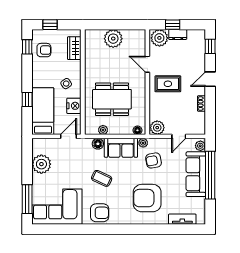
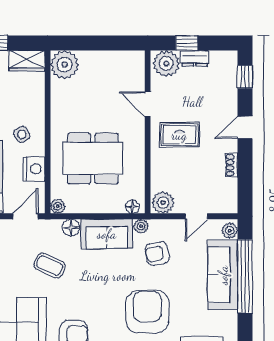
plant: (113, 39) -> (65, 65), moved
wardrobe: (74, 48) -> (27, 61), moved, turned -90
plant: (103, 130) -> (58, 206), moved
coffee table: (102, 178) -> (50, 266), moved
armchair: (147, 198) -> (147, 312), turned 90

